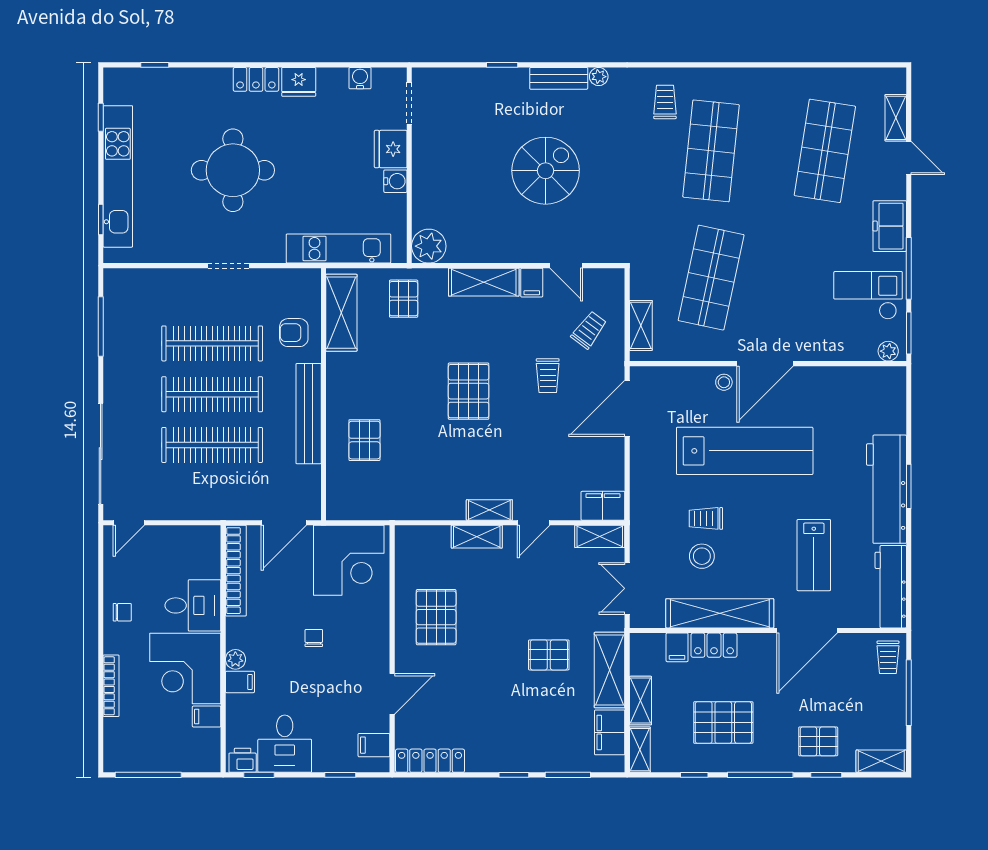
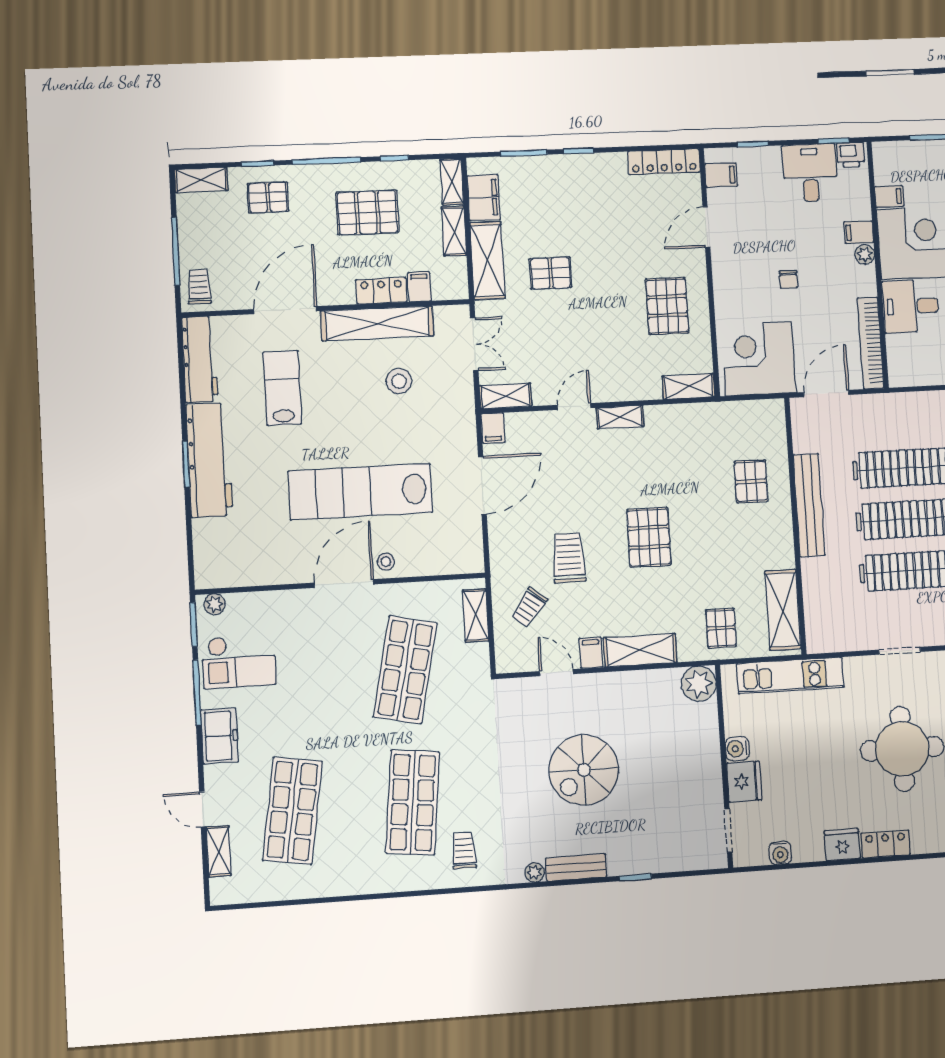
trolley: (665, 102) -> (464, 851), turned 180
armchair: (294, 333) -> (829, 587), removed
trolley: (548, 376) -> (569, 558), width x1.36, depth x1.39
door: (627, 408) -> (482, 485), moved
filing cabinet: (603, 506) -> (493, 428), width x0.50
trolley: (706, 518) -> (397, 420), removed
shelving: (477, 537) -> (689, 386), moved

